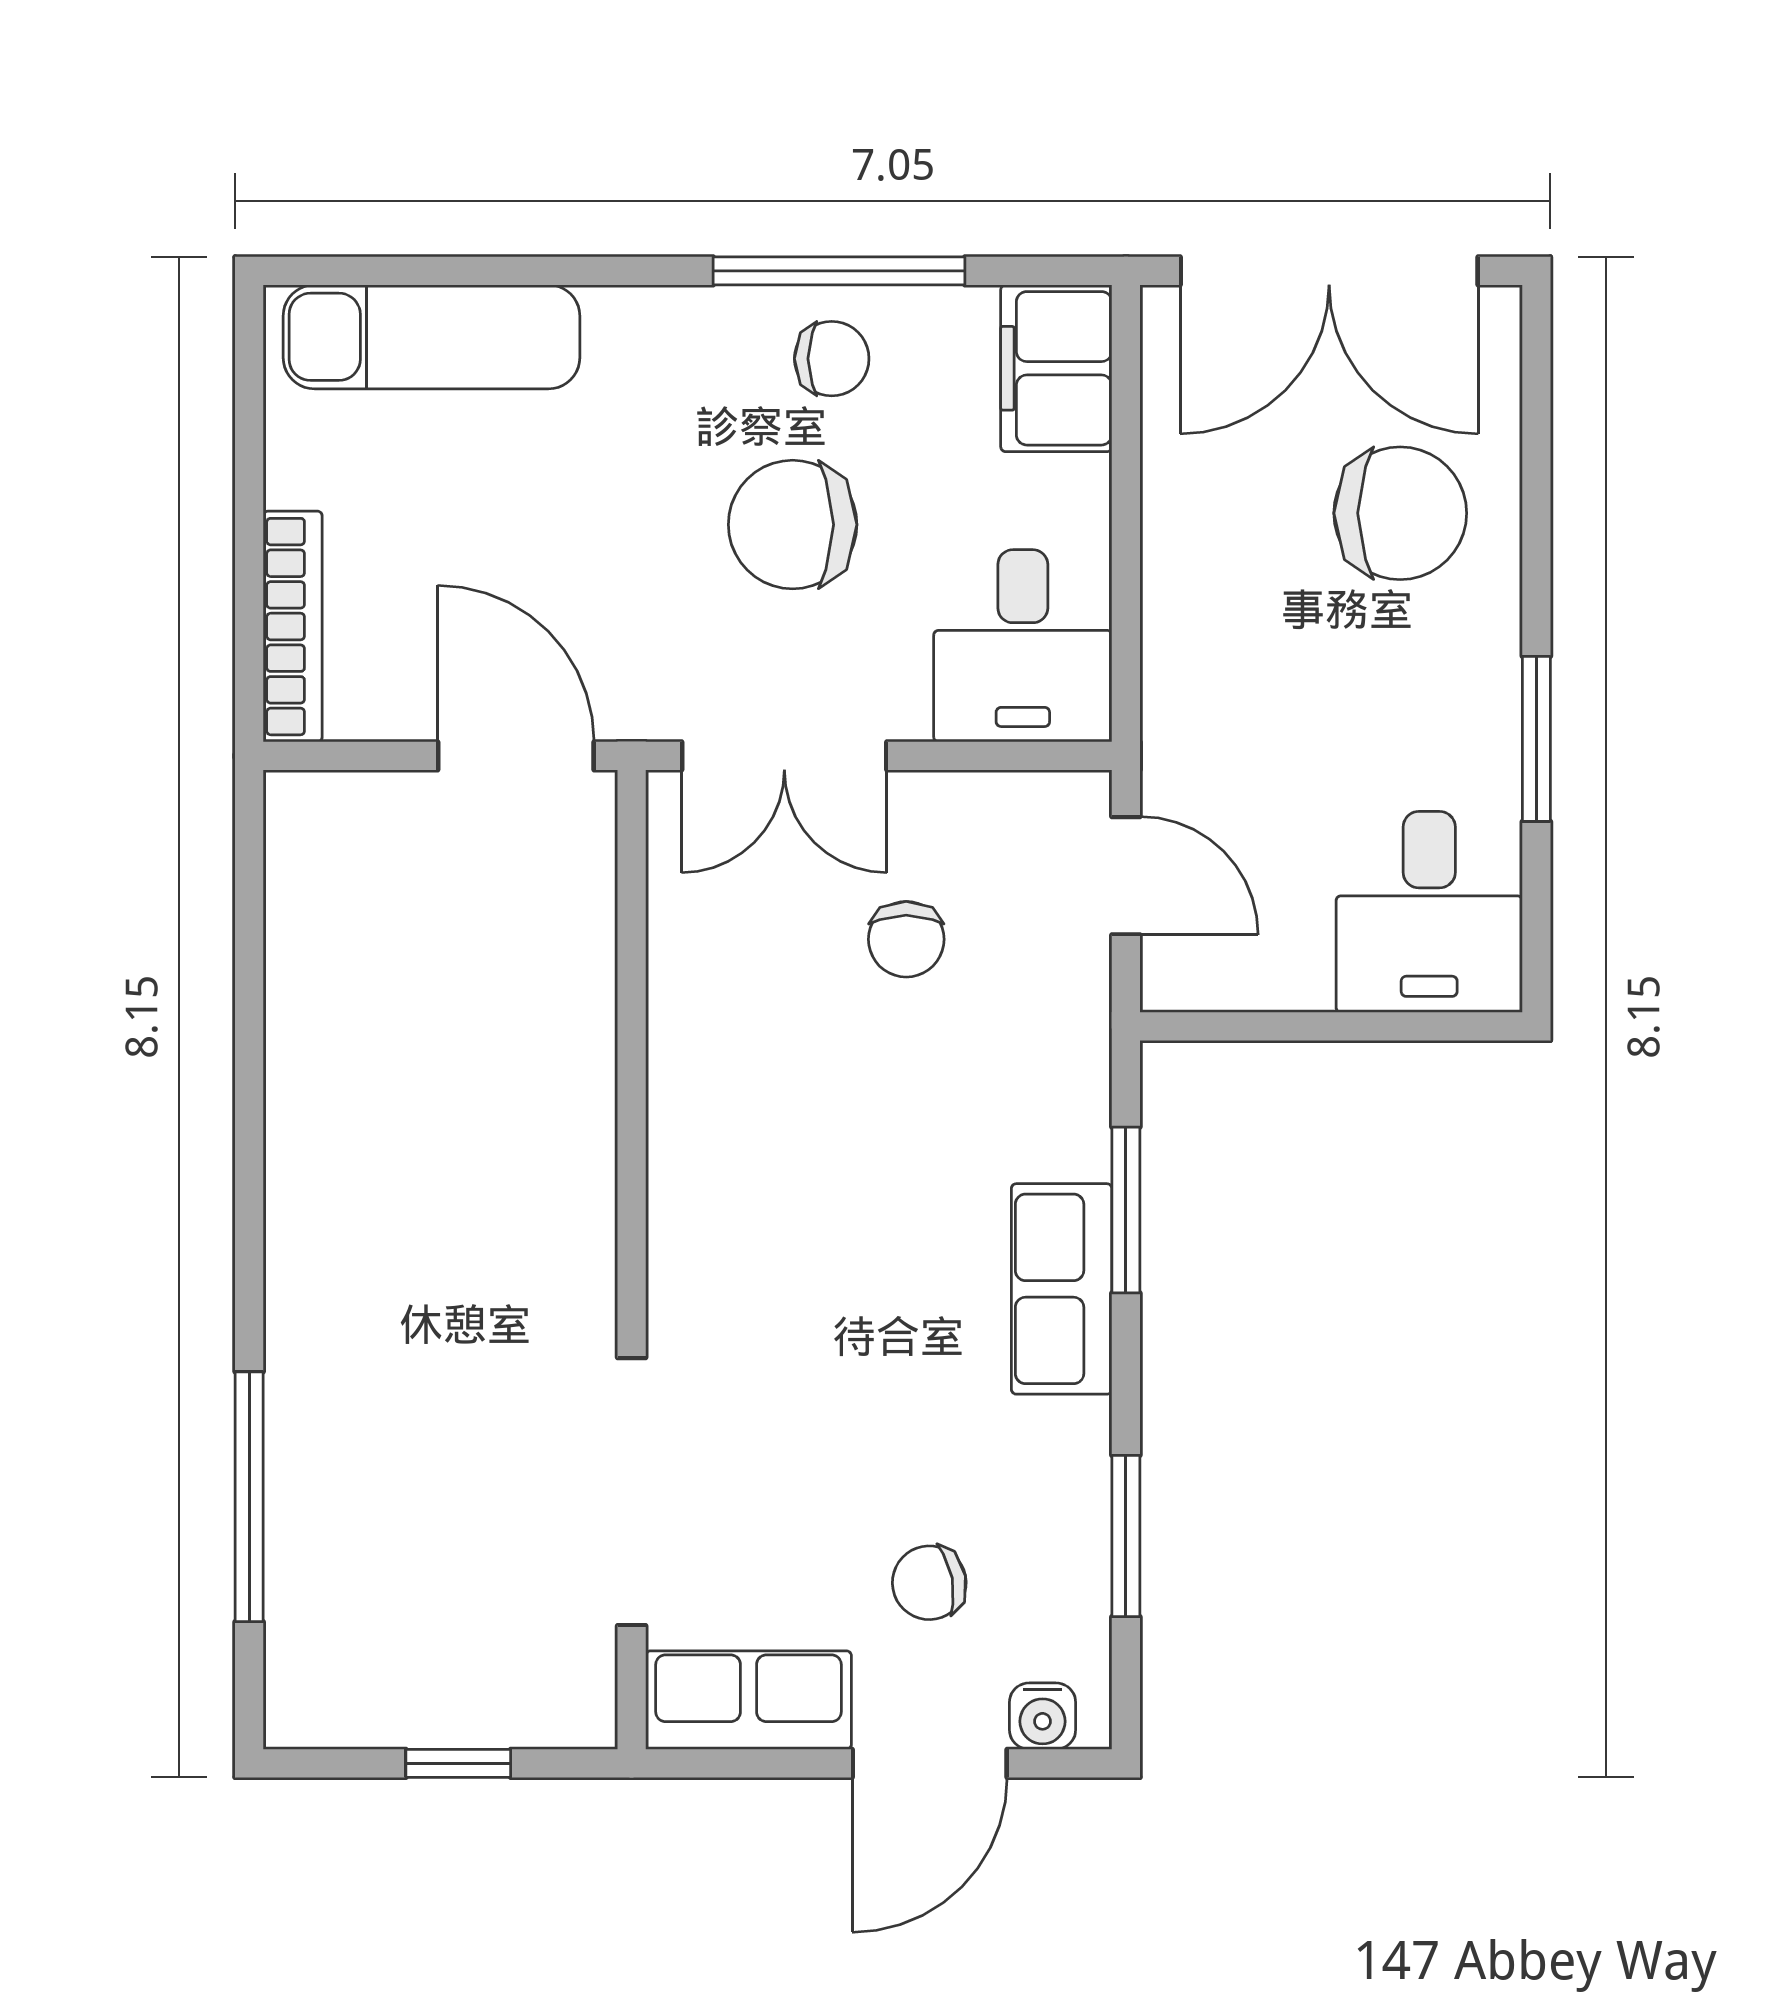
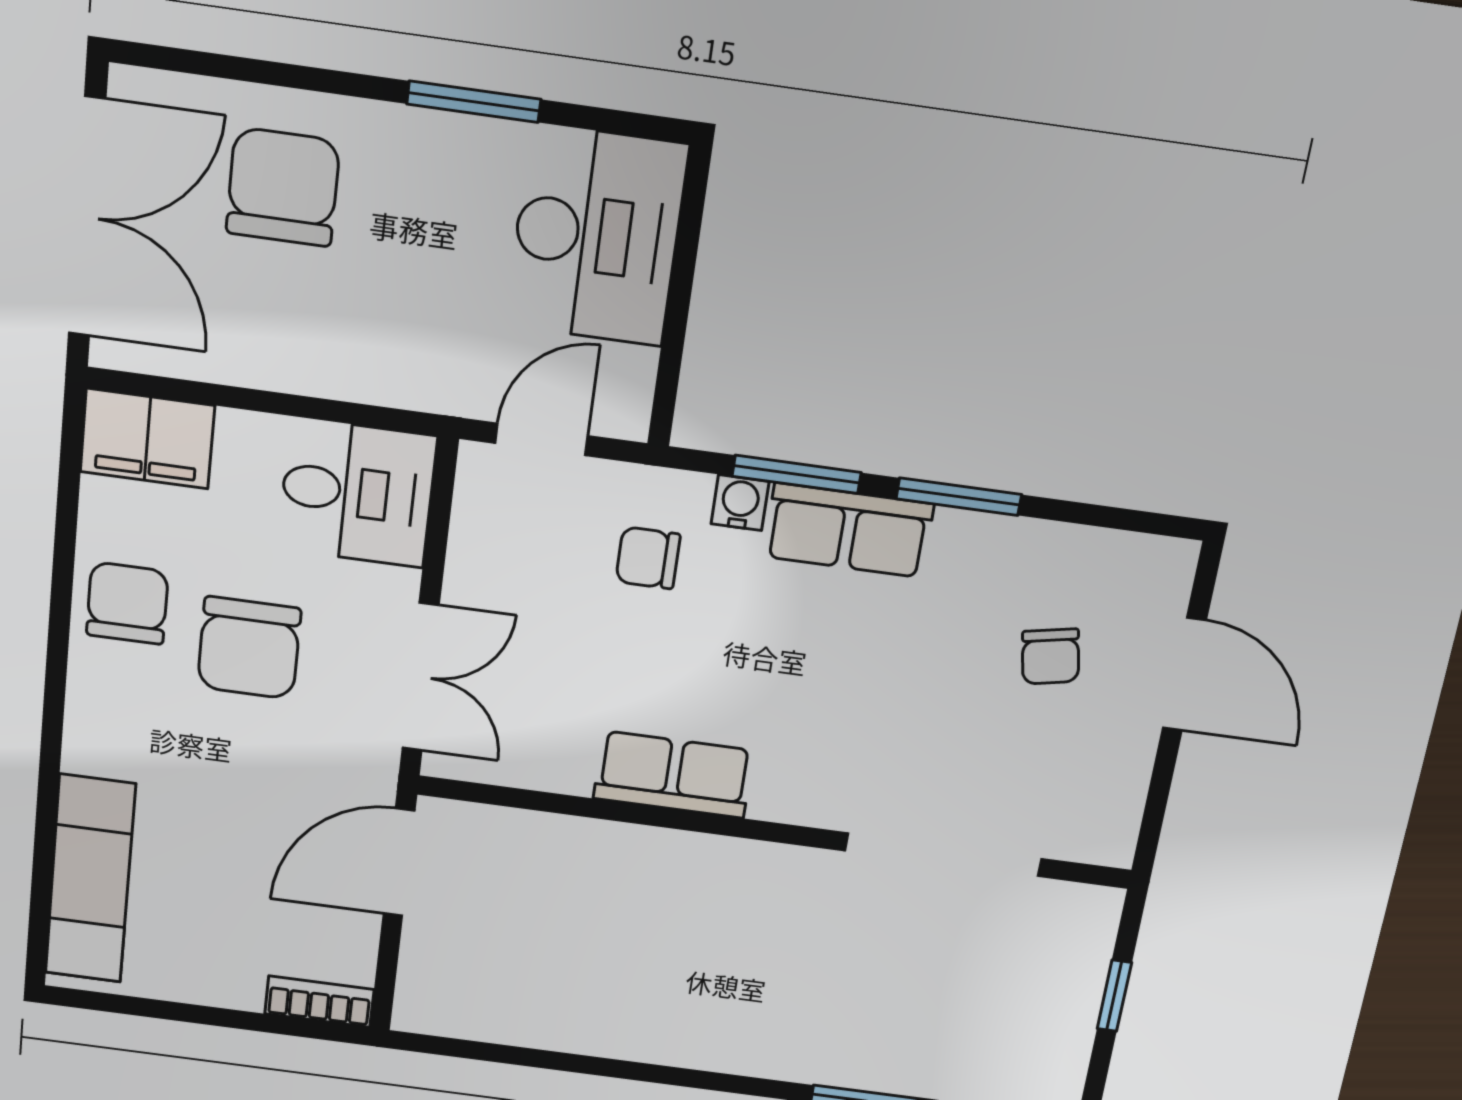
window: (839, 271) -> (62, 589), removed
chair: (832, 359) -> (127, 603), width x1.37, depth x1.37
bookcase: (293, 627) -> (319, 1002), width x0.64
desk: (1429, 912) -> (597, 235), width x1.37
chair: (906, 939) -> (648, 558), moved, turned 180
window: (1126, 1536) -> (959, 497), moved
row of seats: (748, 1700) -> (673, 774), moved, turned 90
water cooler: (1043, 1716) -> (740, 503), moved, turned -90

